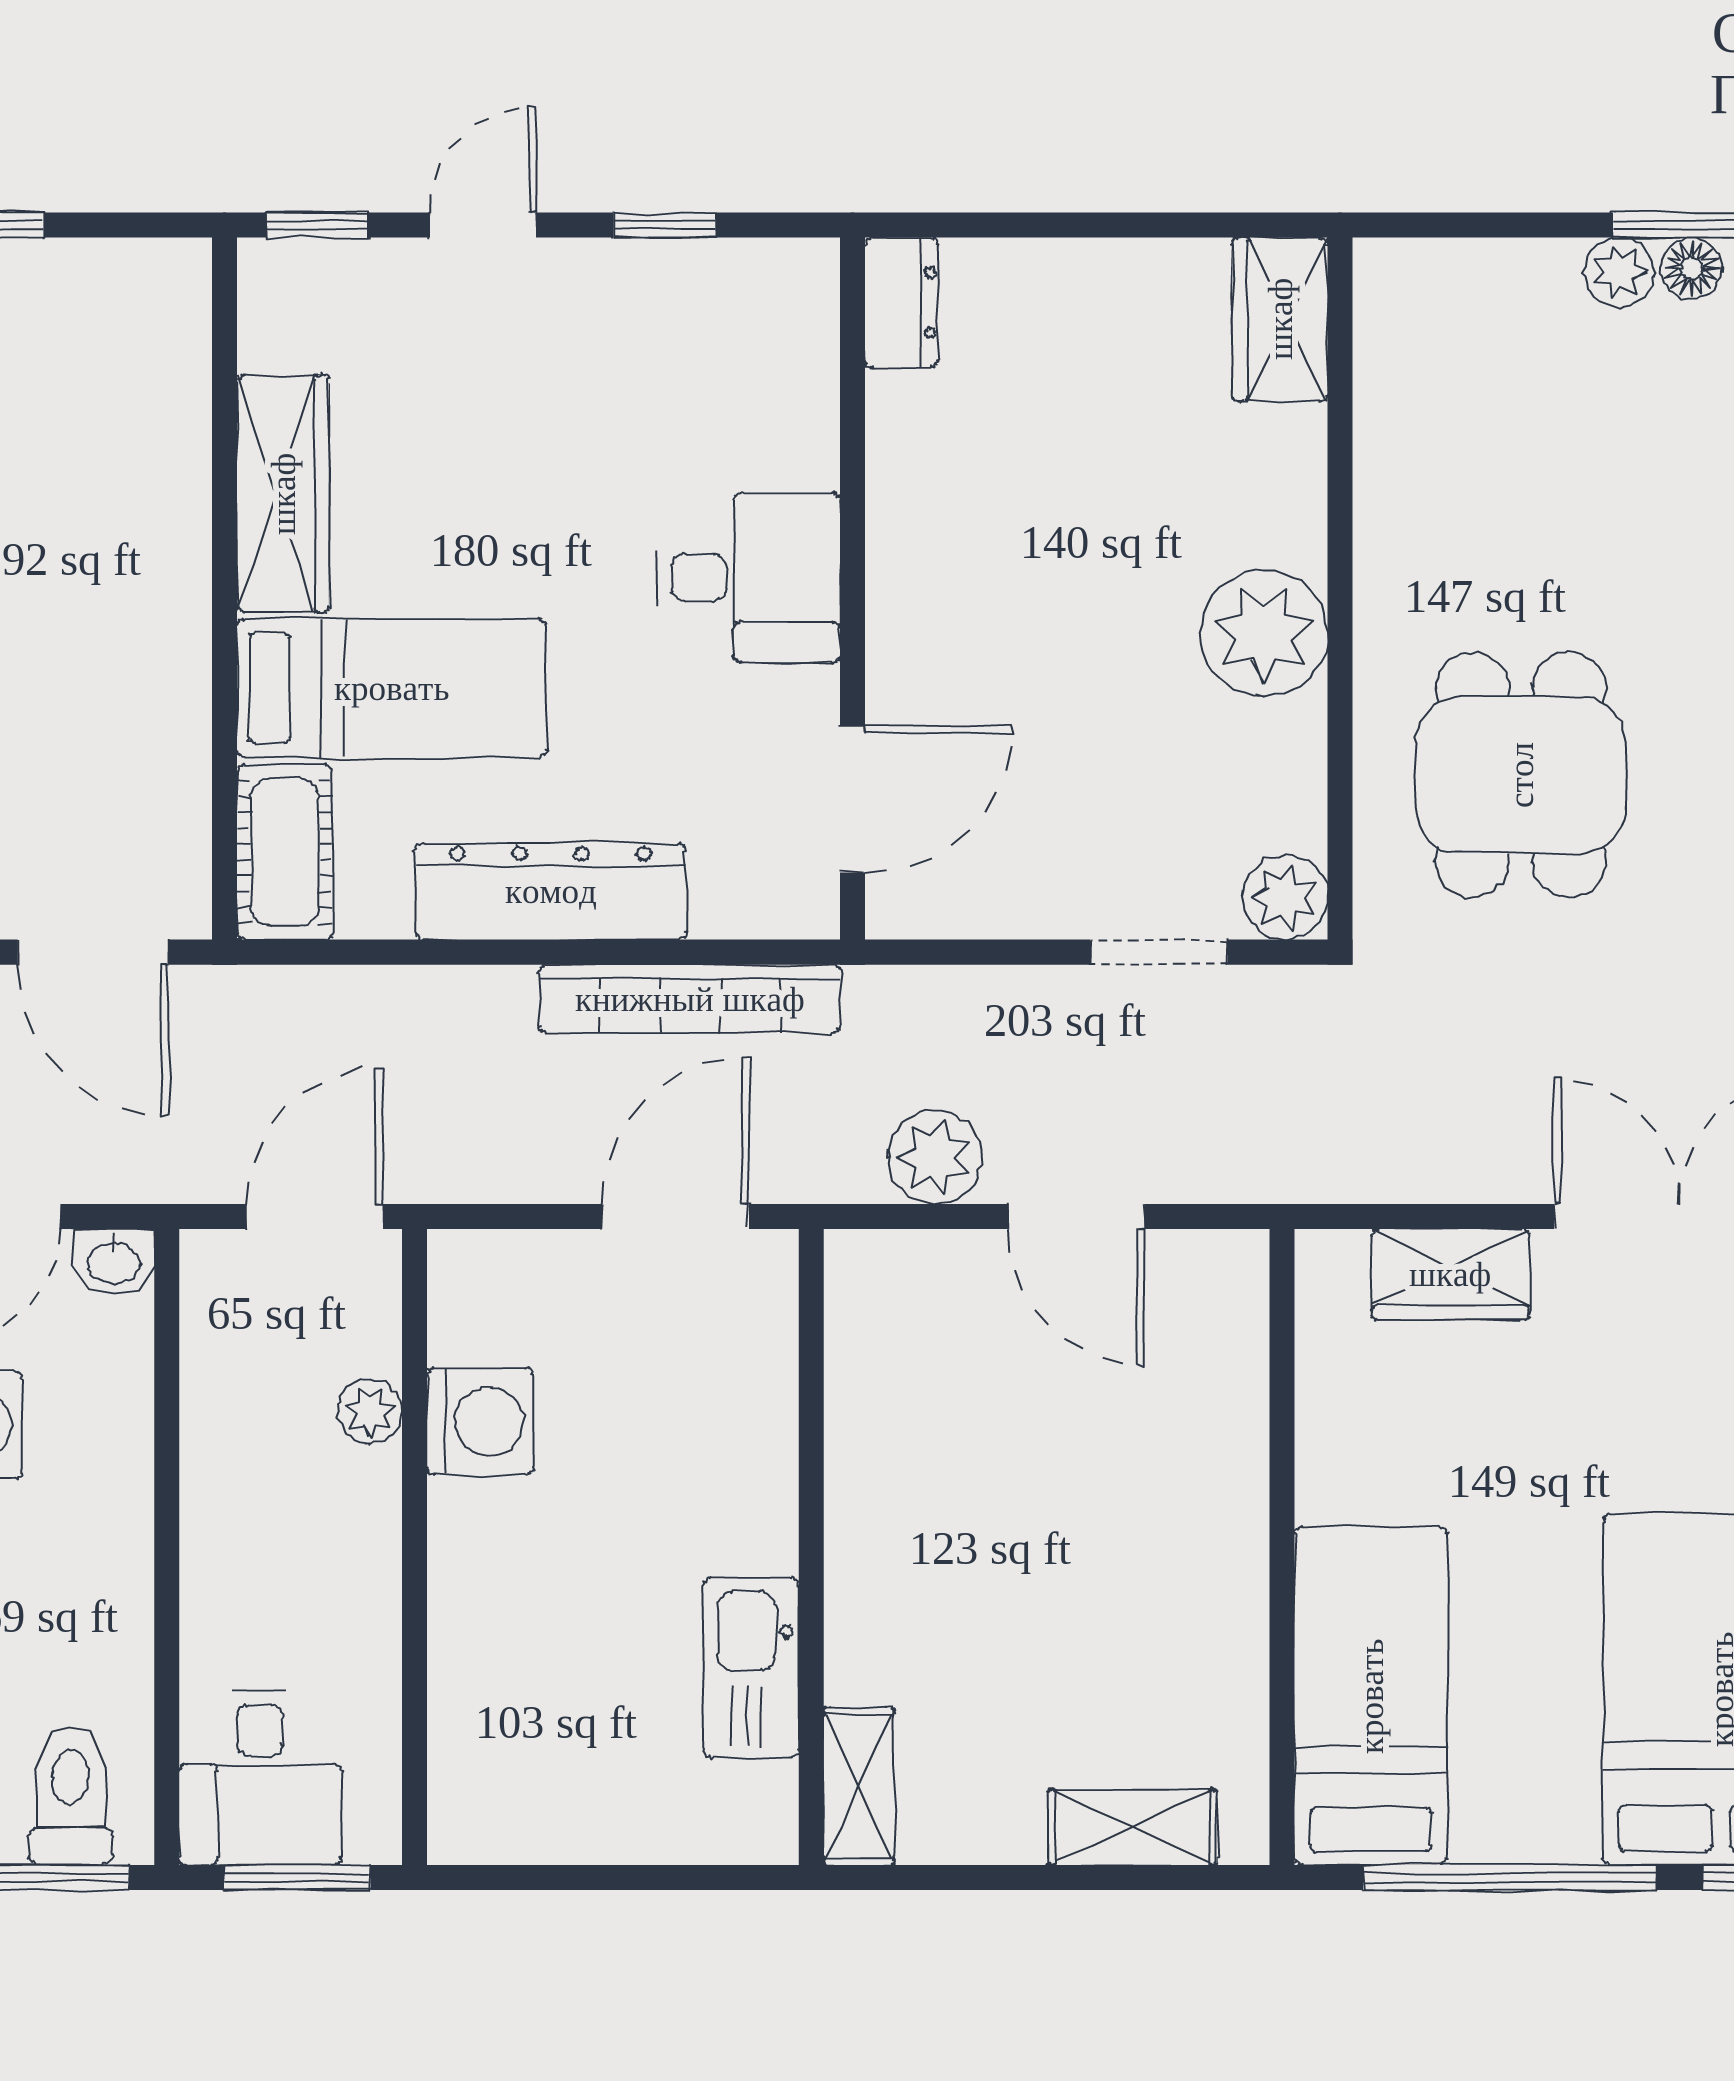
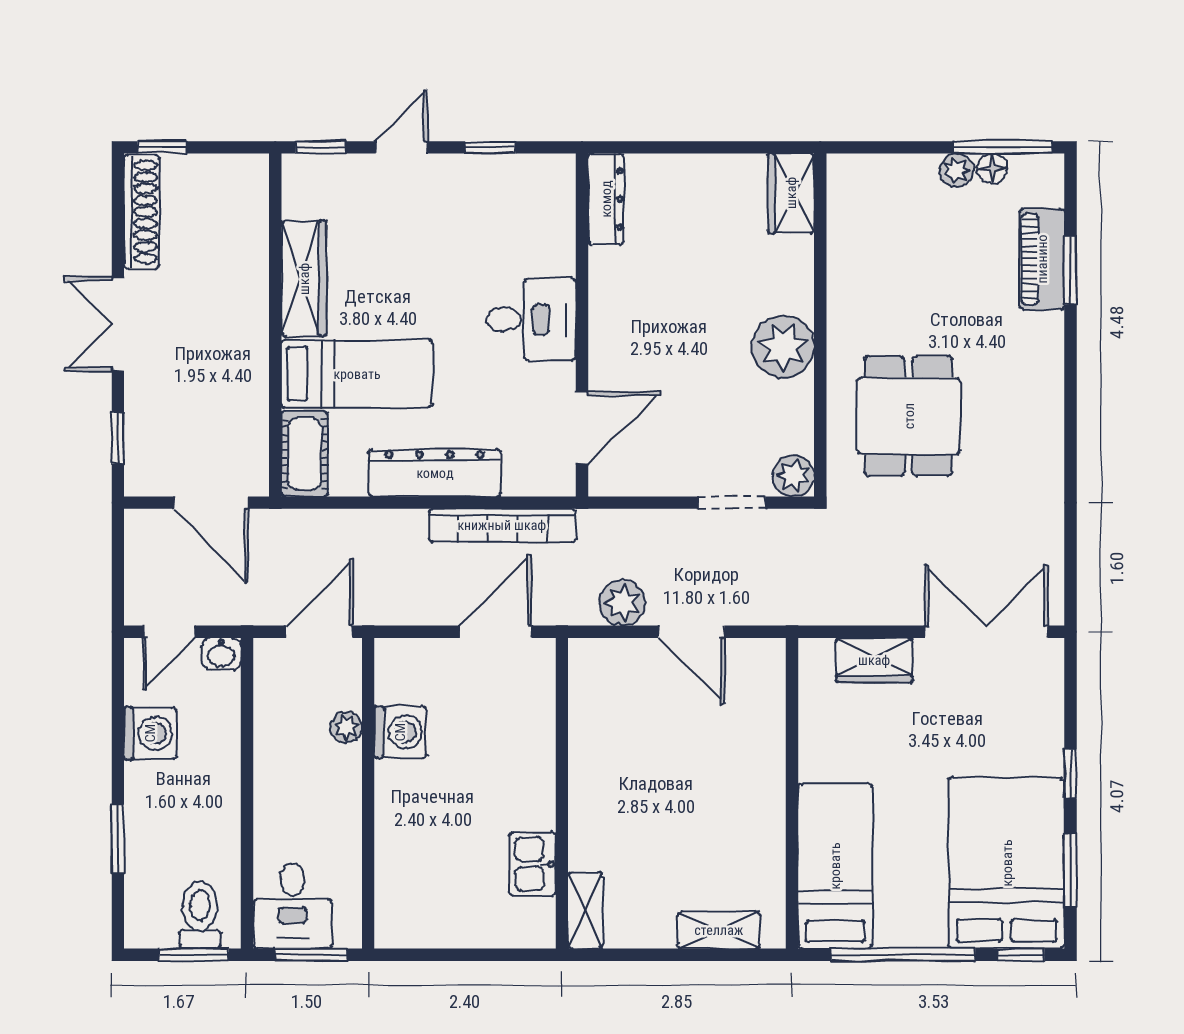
dresser: (902, 303) -> (606, 199), width x1.44
kitchen sink: (751, 1667) -> (533, 864), width x0.73

